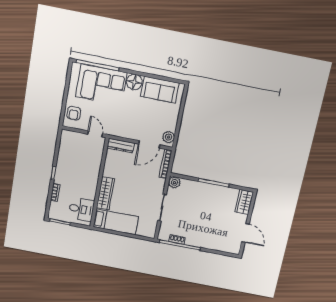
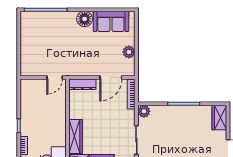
corner sofa: (101, 85) -> (52, 28), removed
armchair: (74, 113) -> (30, 61), removed
door: (95, 134) -> (55, 78), swing flipped
plant: (169, 137) -> (129, 52), moved

